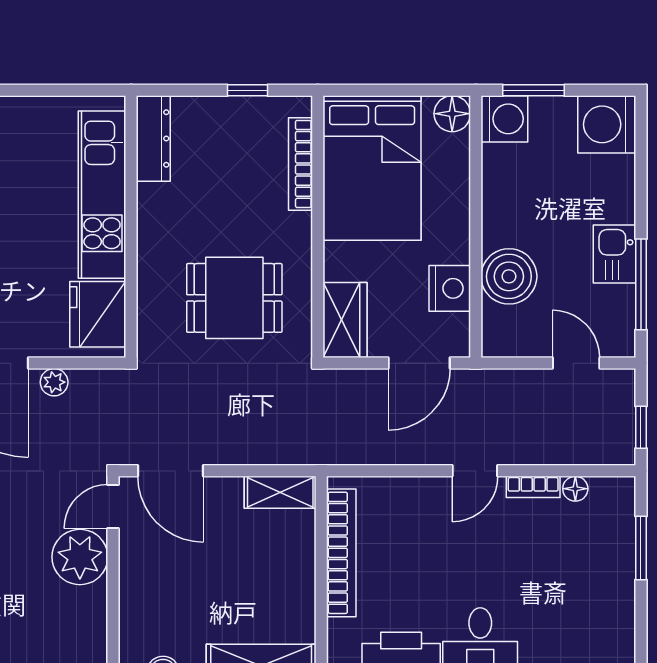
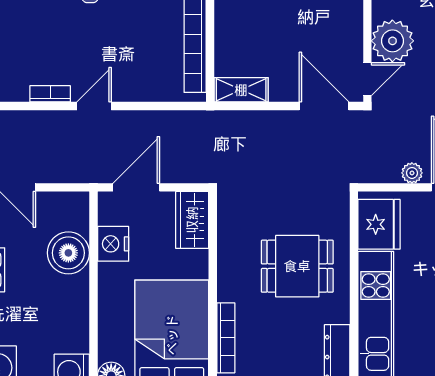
dining table: (234, 298) -> (297, 266), moved
floor lamp: (575, 489) -> (18, 92), removed

